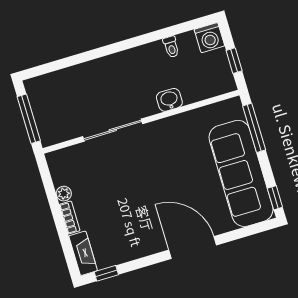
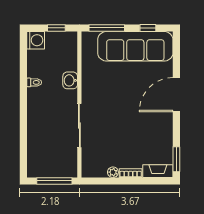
toilet: (171, 47) -> (34, 82), moved
window: (275, 198) -> (148, 28), moved
window: (106, 273) -> (176, 159), width x1.50

